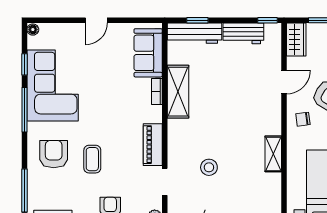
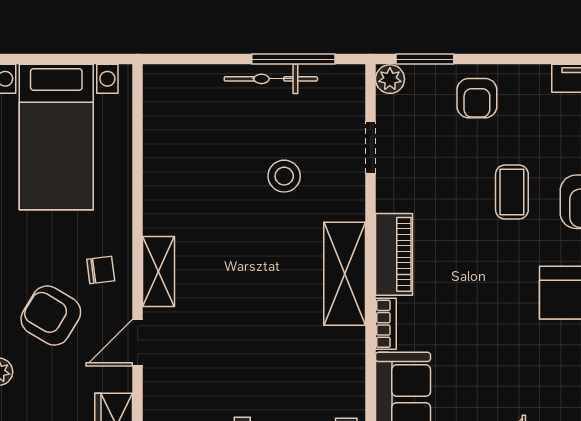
shelving: (178, 92) -> (345, 274), moved
piano: (153, 145) -> (394, 254), moved
shelving: (273, 154) -> (159, 272), moved

